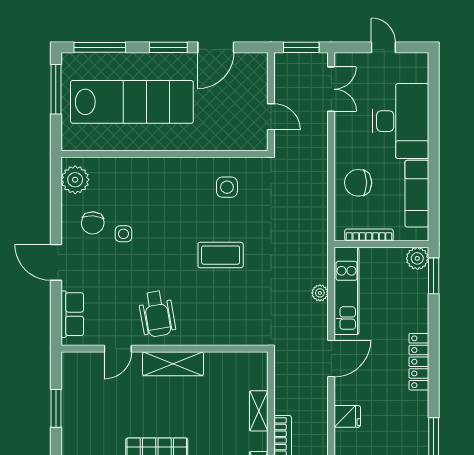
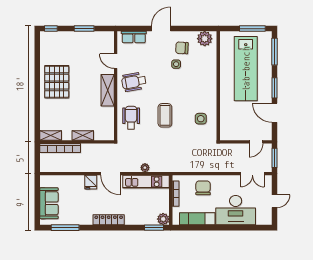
door: (271, 117) -> (256, 142), moved
wheelchair: (225, 319) -> (131, 118), added
fridge: (347, 416) -> (91, 182), moved

